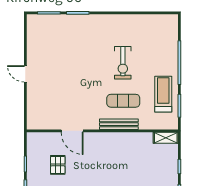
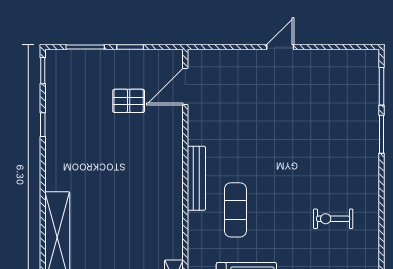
exercise bike: (123, 63) -> (333, 219), moved, width x0.73, depth x0.72
bench: (119, 124) -> (196, 178), moved
door: (72, 131) -> (185, 87), moved

